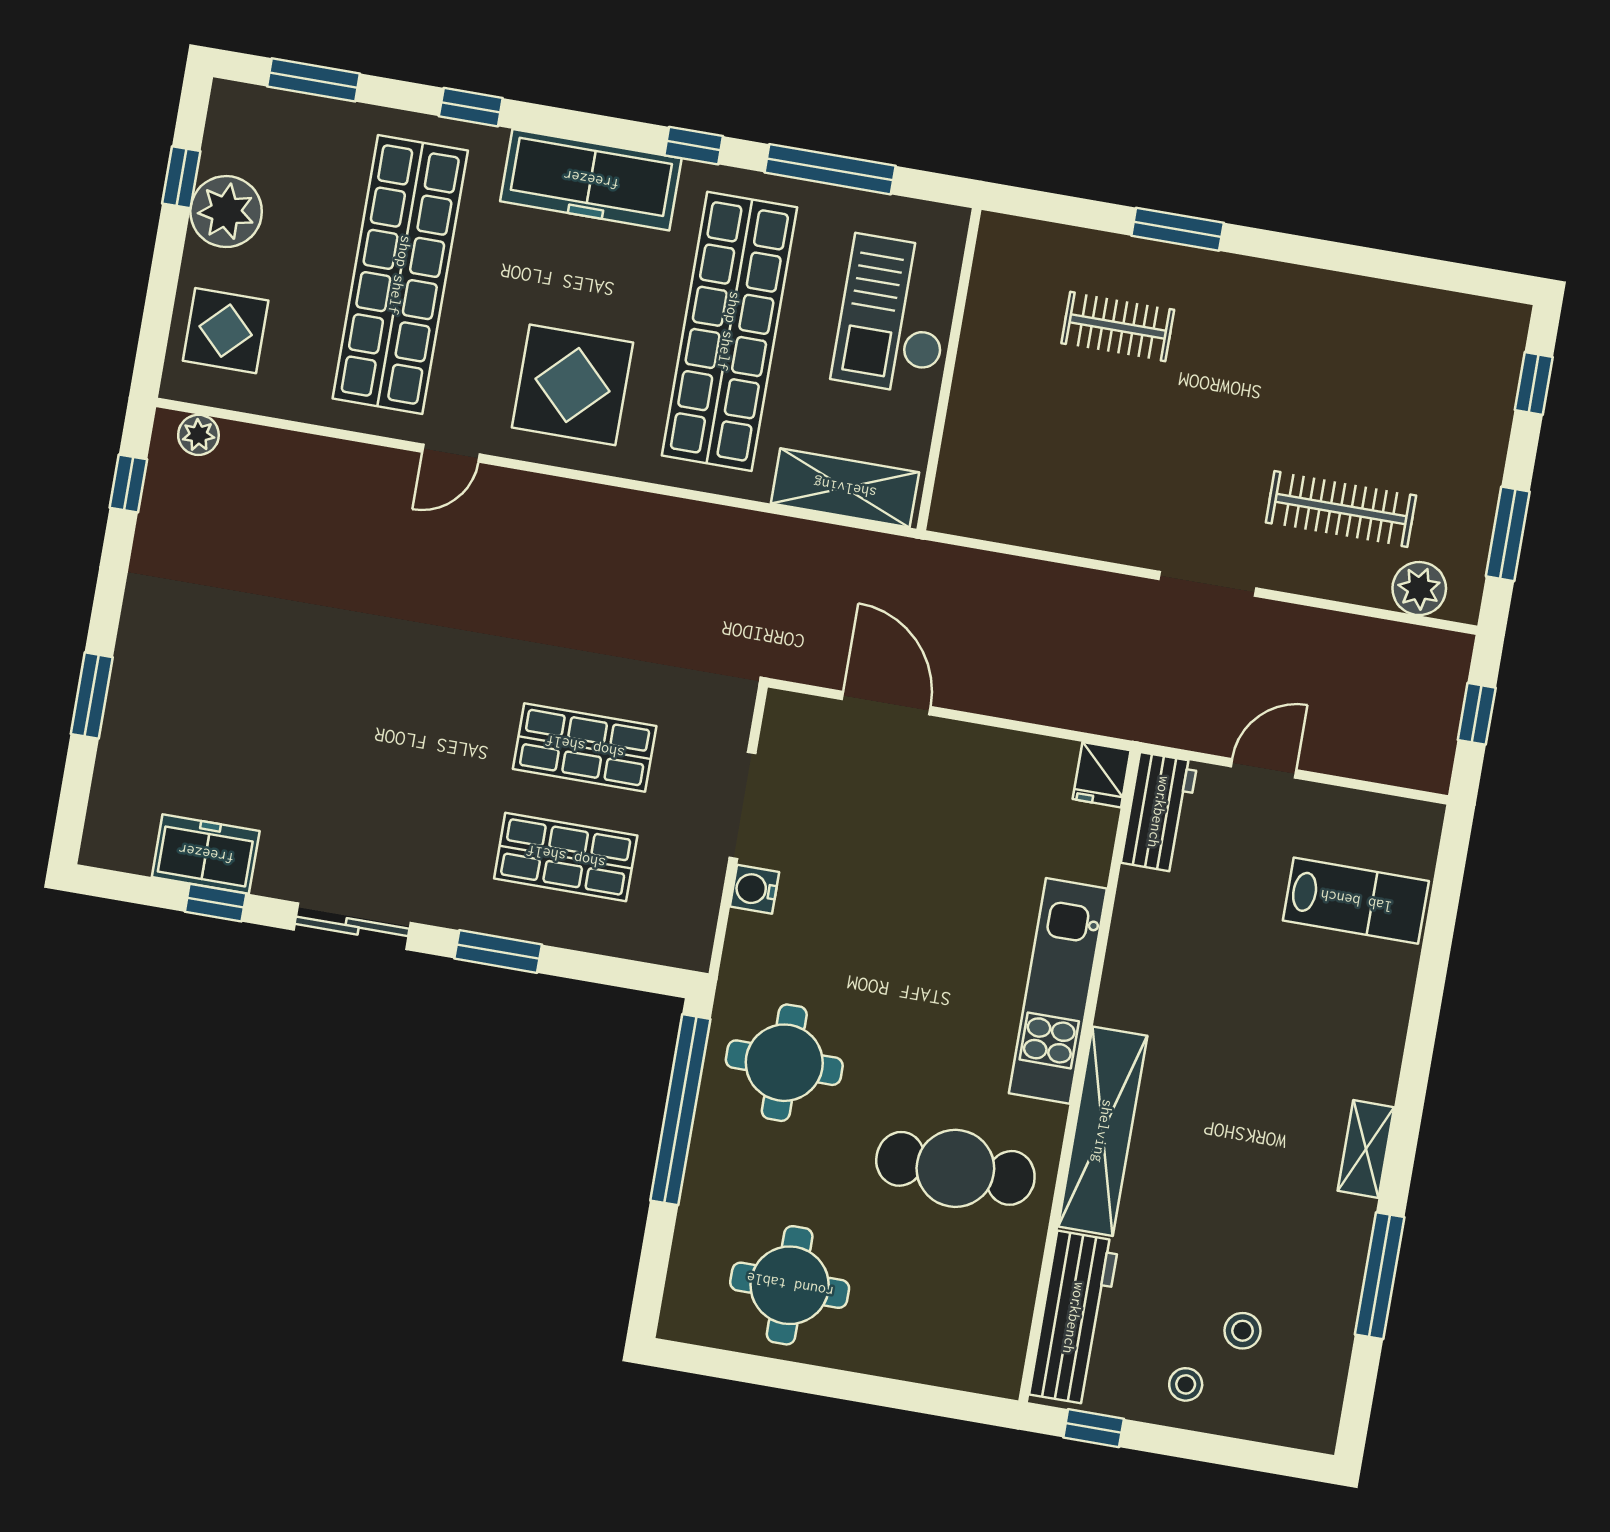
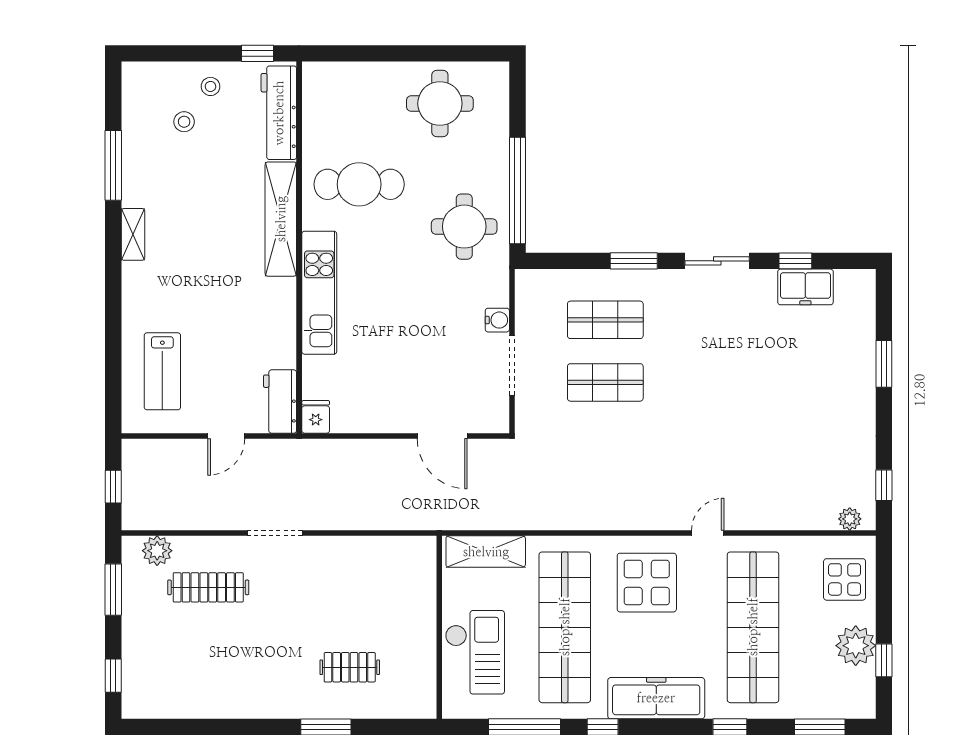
lab bench: (1356, 901) -> (162, 371), turned -90

